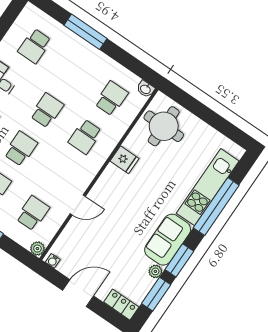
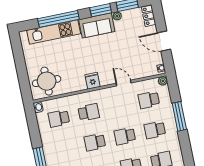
fridge: (125, 160) -> (92, 81), moved

